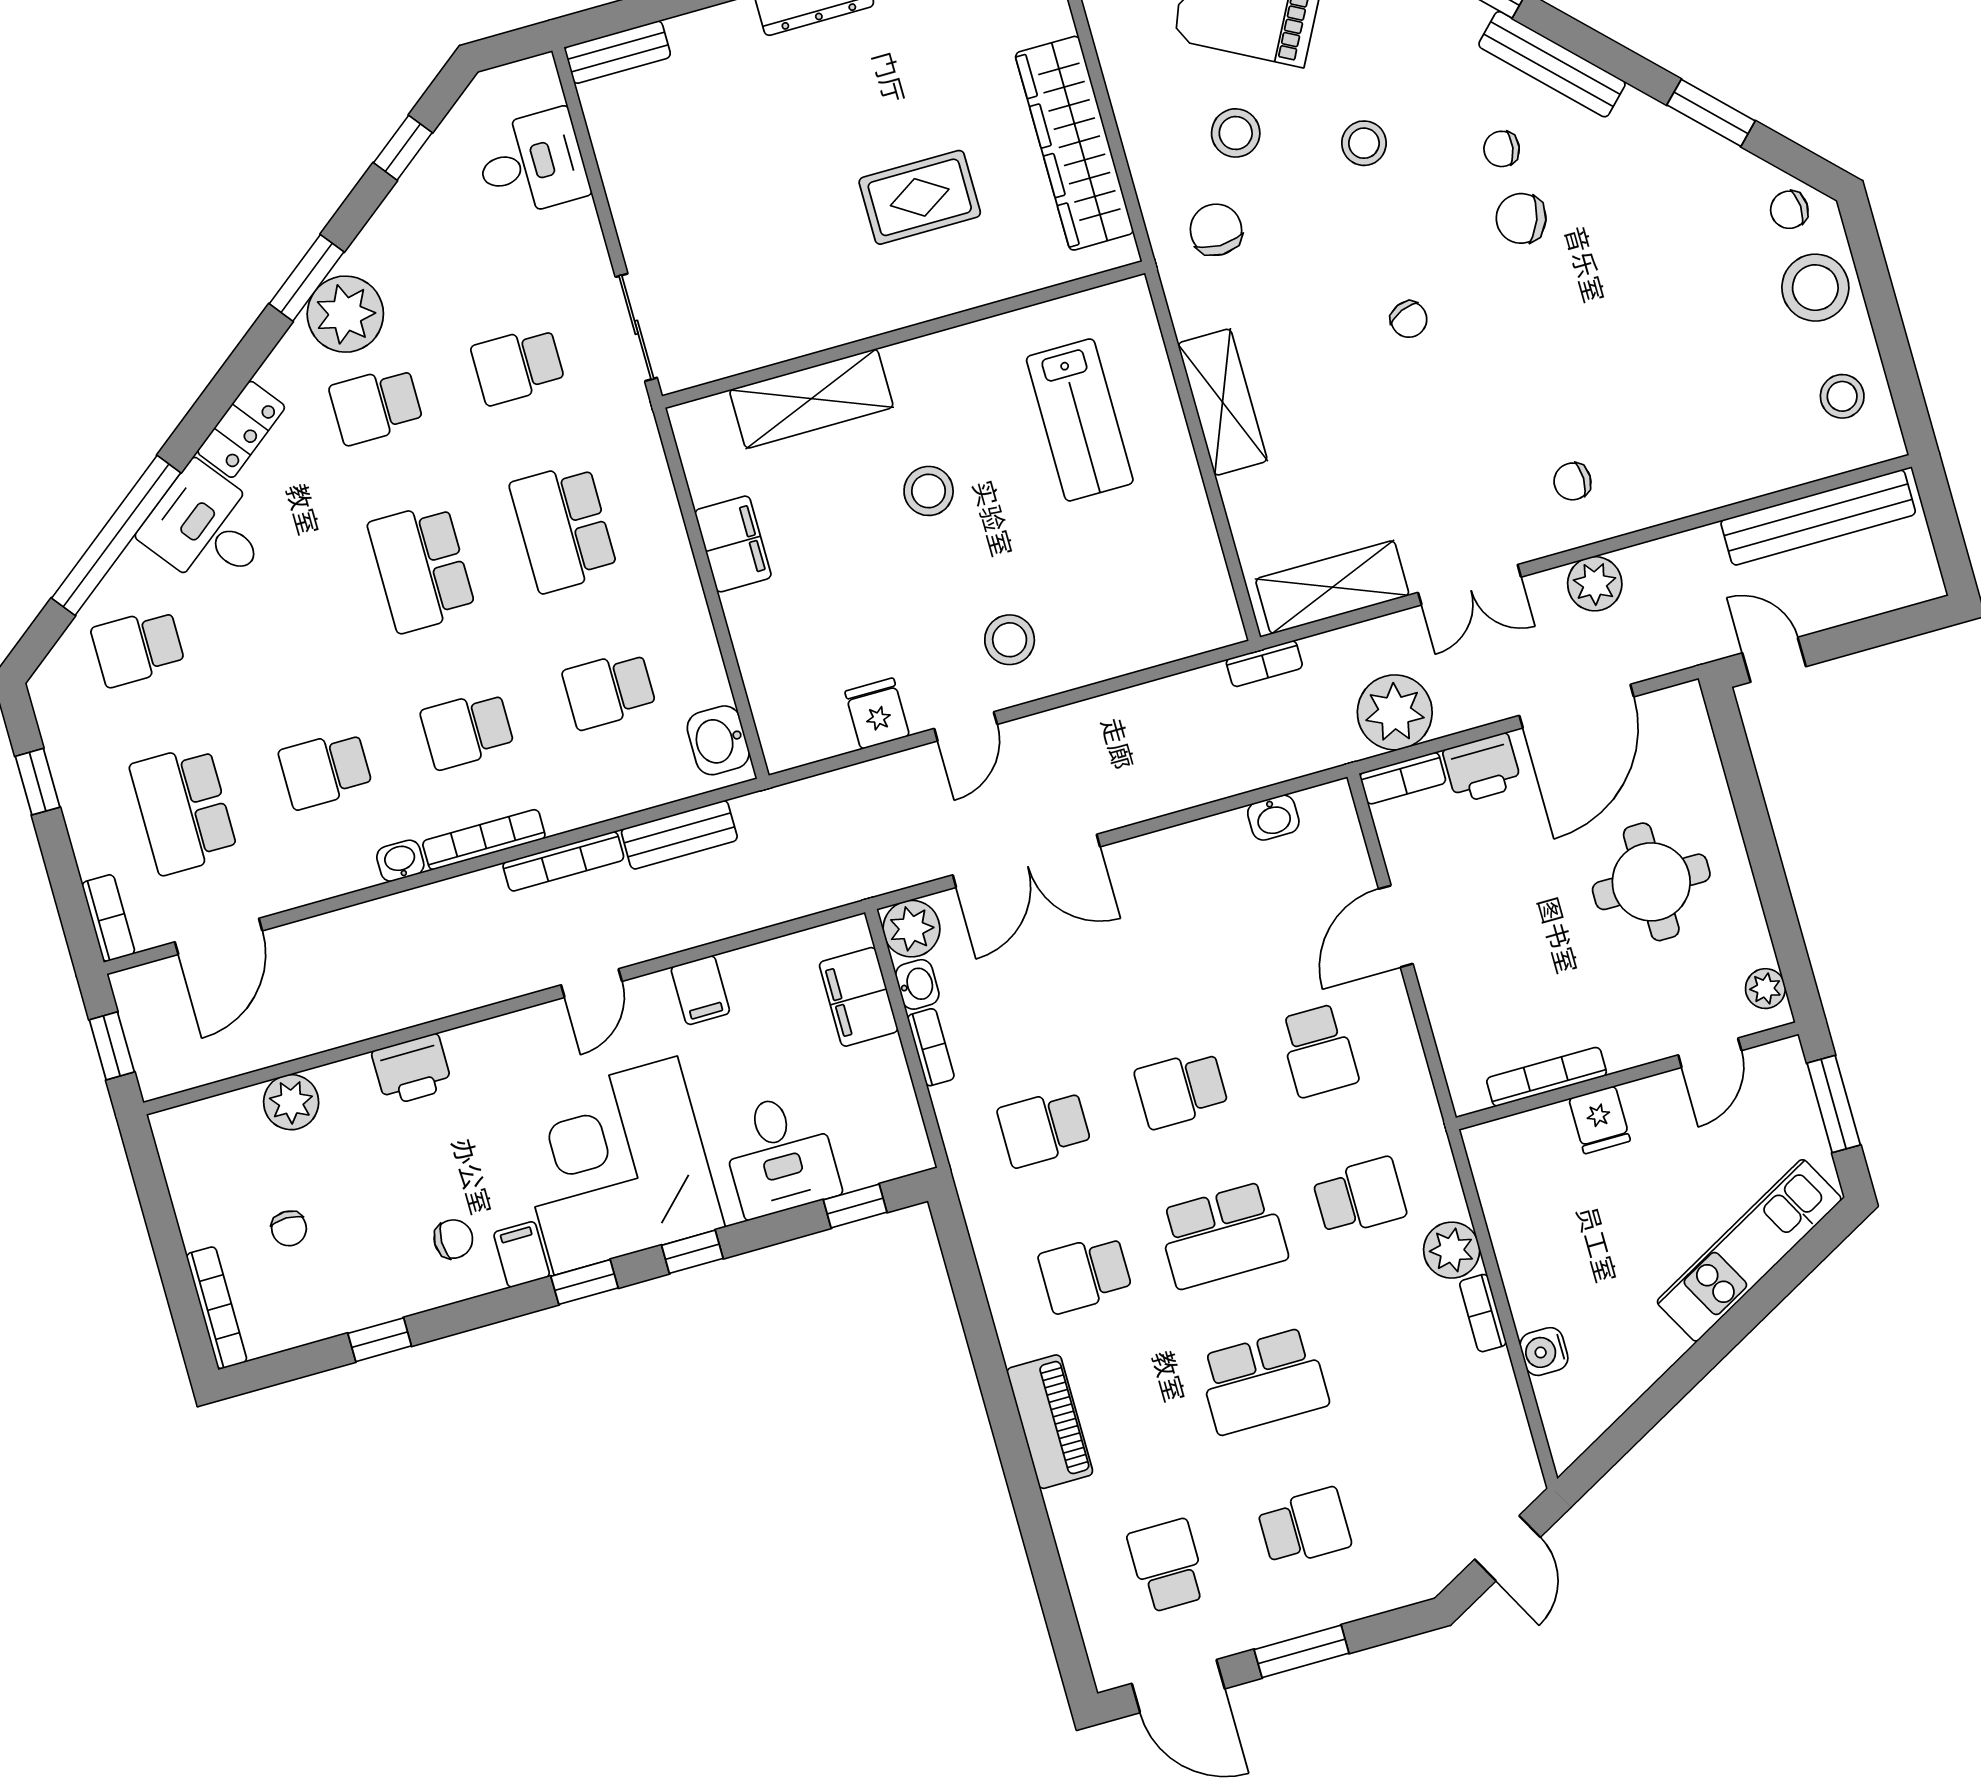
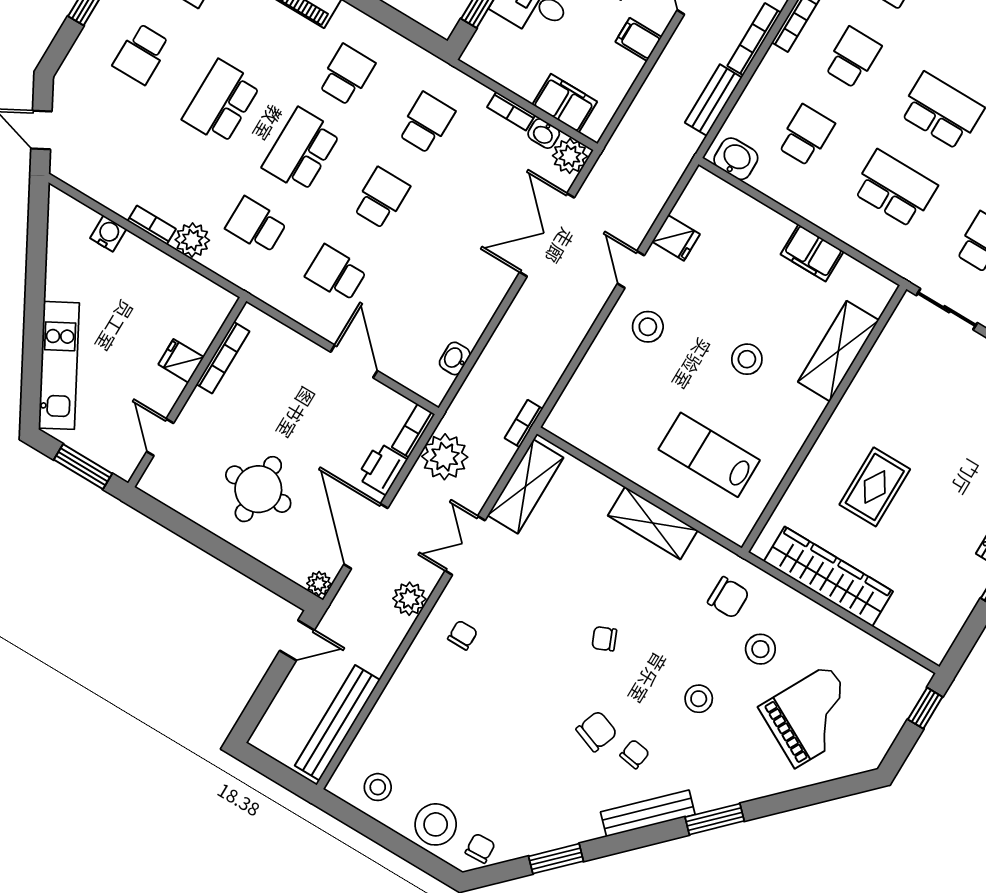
plant: (1765, 989) -> (319, 584), moved
school desk: (1360, 1197) -> (256, 225), turned 90

